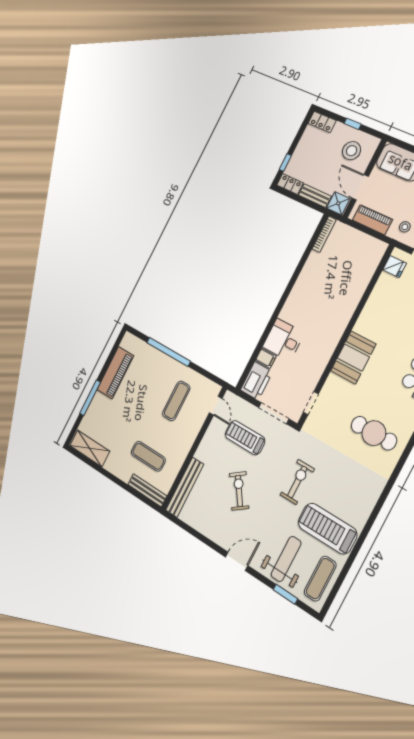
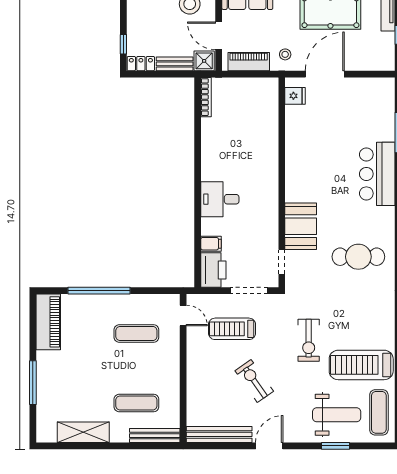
desk: (283, 340) -> (220, 199), moved
booth: (353, 358) -> (301, 226), moved
piano: (115, 373) -> (48, 322), moved
exercise mat: (176, 401) -> (136, 334), turned 90
shelving: (90, 448) -> (83, 432), moved
exercise bike: (297, 482) -> (309, 340), turned 180
bench: (185, 487) -> (219, 434), moved, turned 90
weight bench: (286, 559) -> (337, 415), turned 90
door: (237, 561) -> (269, 446), moved
window: (285, 594) -> (336, 446), moved

